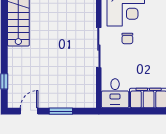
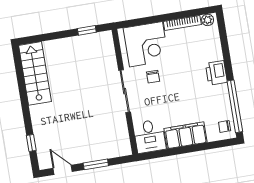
door: (29, 111) -> (63, 170), hinge flipped

